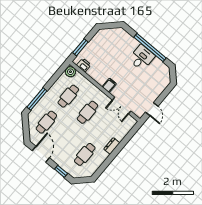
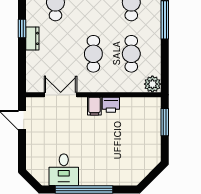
desk: (142, 58) -> (64, 170), moved
printer: (84, 65) -> (111, 105), moved
window: (113, 155) -> (22, 29), added

